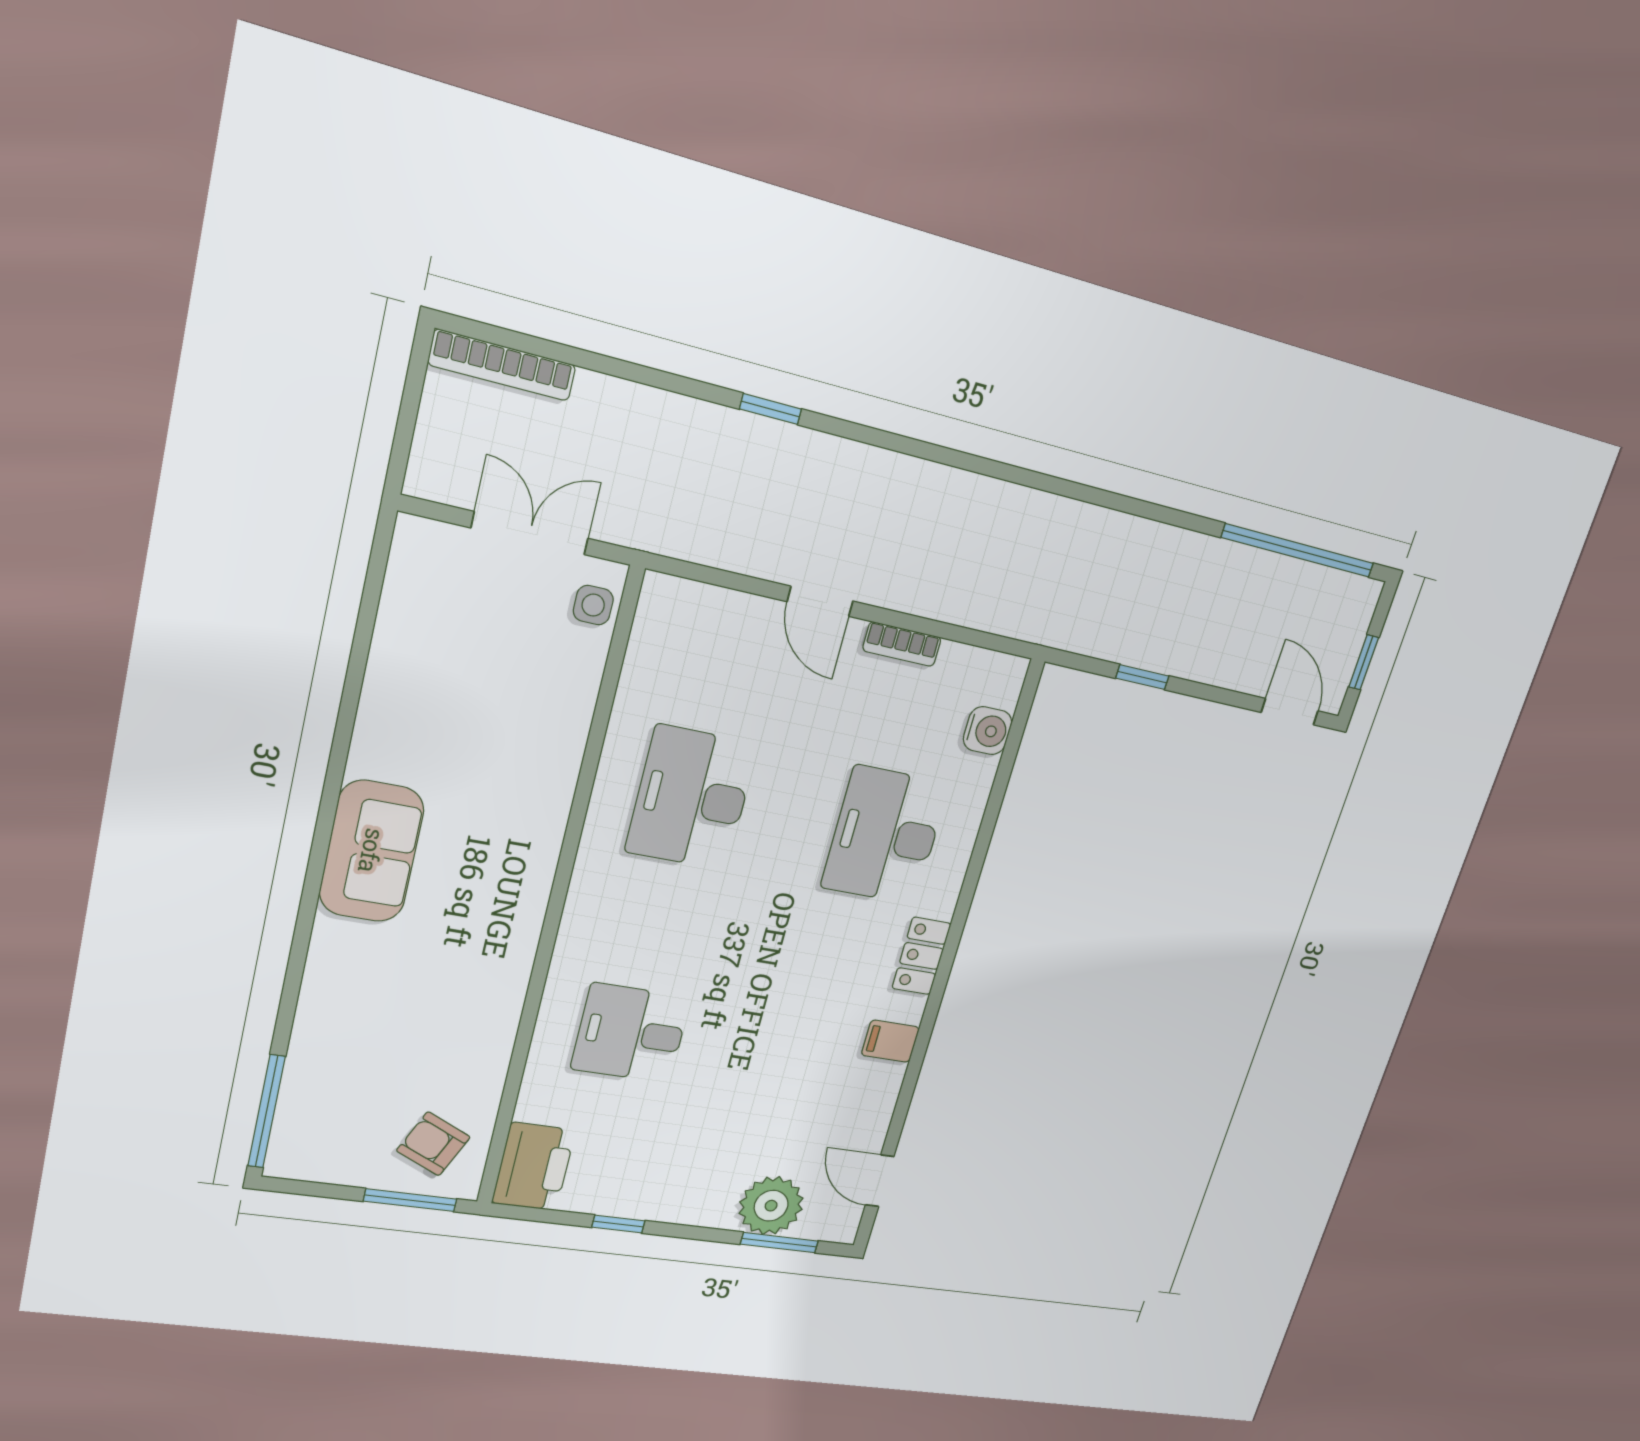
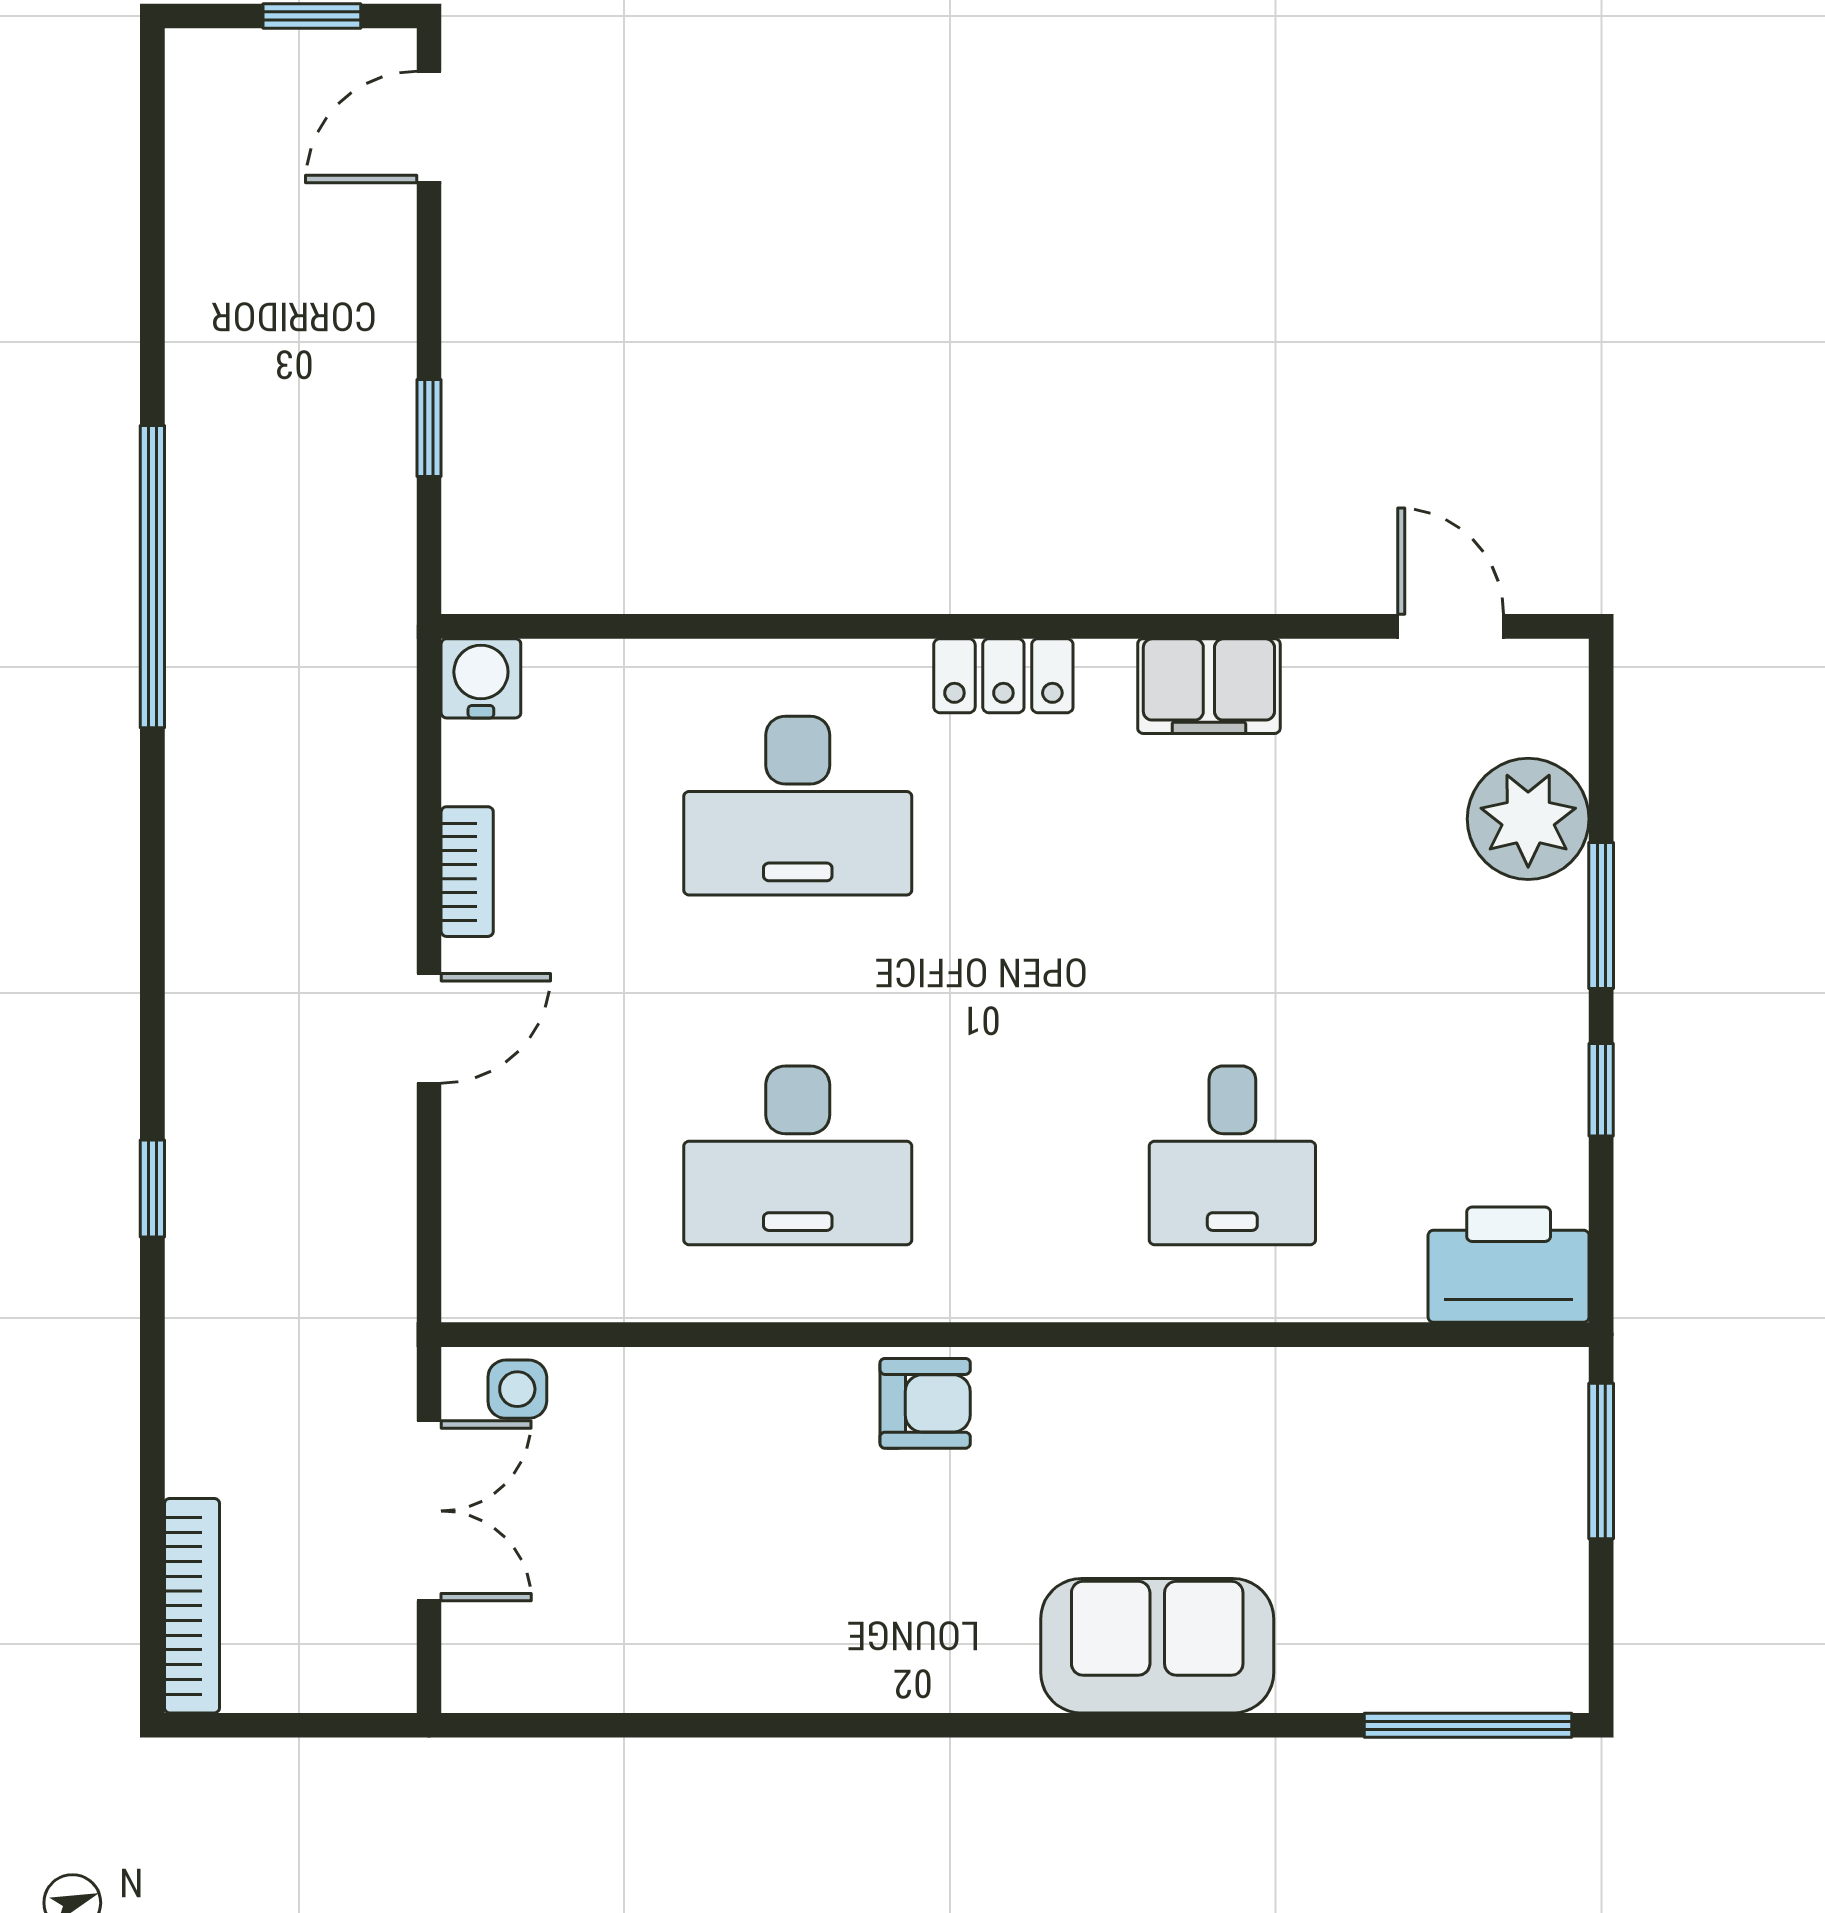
double door: (530, 533) -> (429, 1511), swing flipped
window: (1298, 551) -> (152, 577), moved
water cooler: (988, 731) -> (481, 678), moved
sofa: (372, 851) -> (1157, 1646), moved
filing cabinet: (890, 1041) -> (1209, 686), width x2.00
armchair: (433, 1144) -> (925, 1403), moved, turned -115
door: (880, 1181) -> (1451, 626), swing flipped
window: (779, 1243) -> (1601, 915), moved

